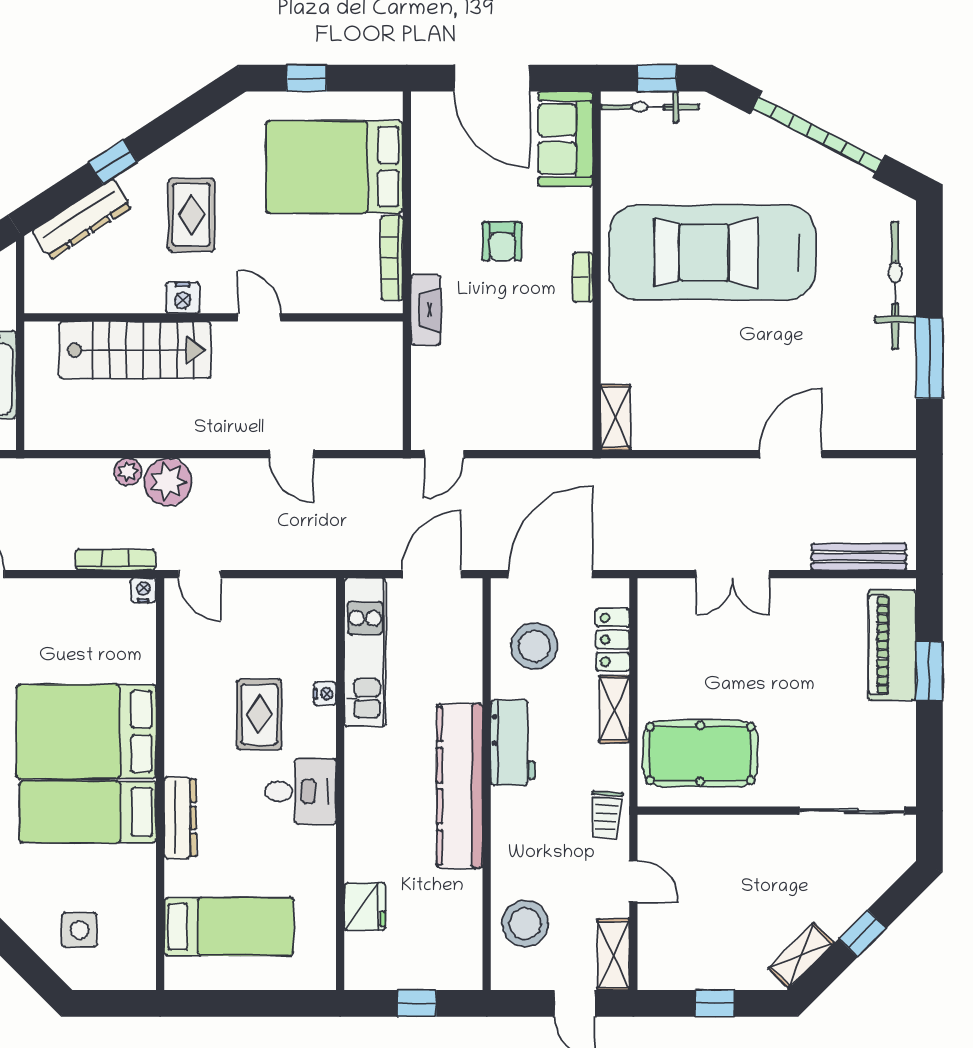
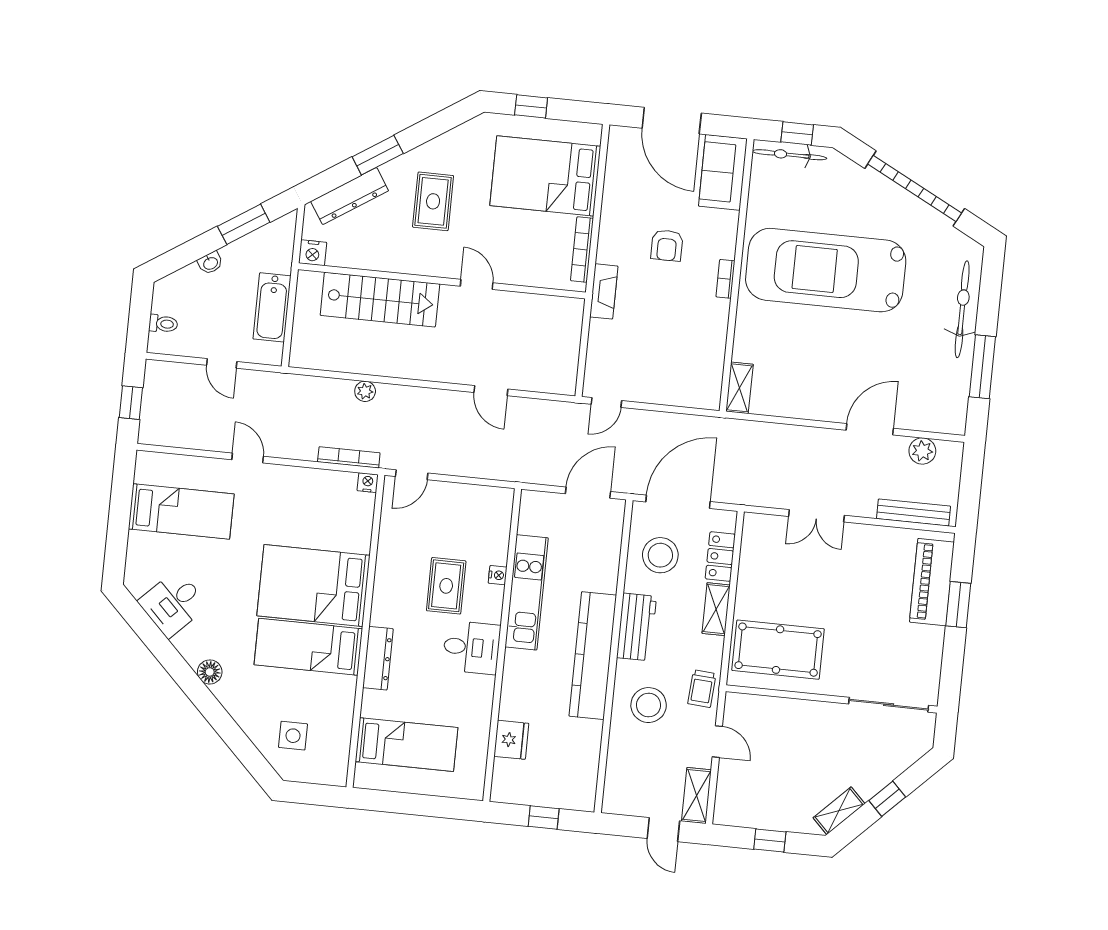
window: (113, 162) -> (378, 155), width x1.50
nightstand: (182, 298) -> (313, 253), moved
plant: (168, 482) -> (922, 451), moved, width x0.73, depth x0.73
door: (200, 574) -> (412, 475), hinge flipped
kitchen unit: (365, 652) -> (527, 592), moved
stool: (525, 924) -> (649, 705), moved

